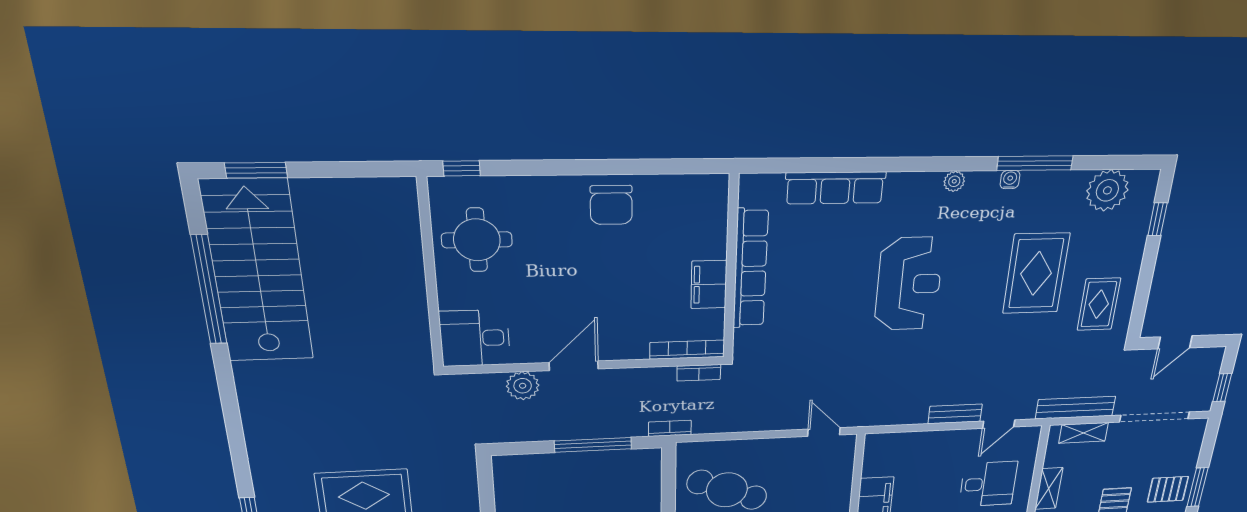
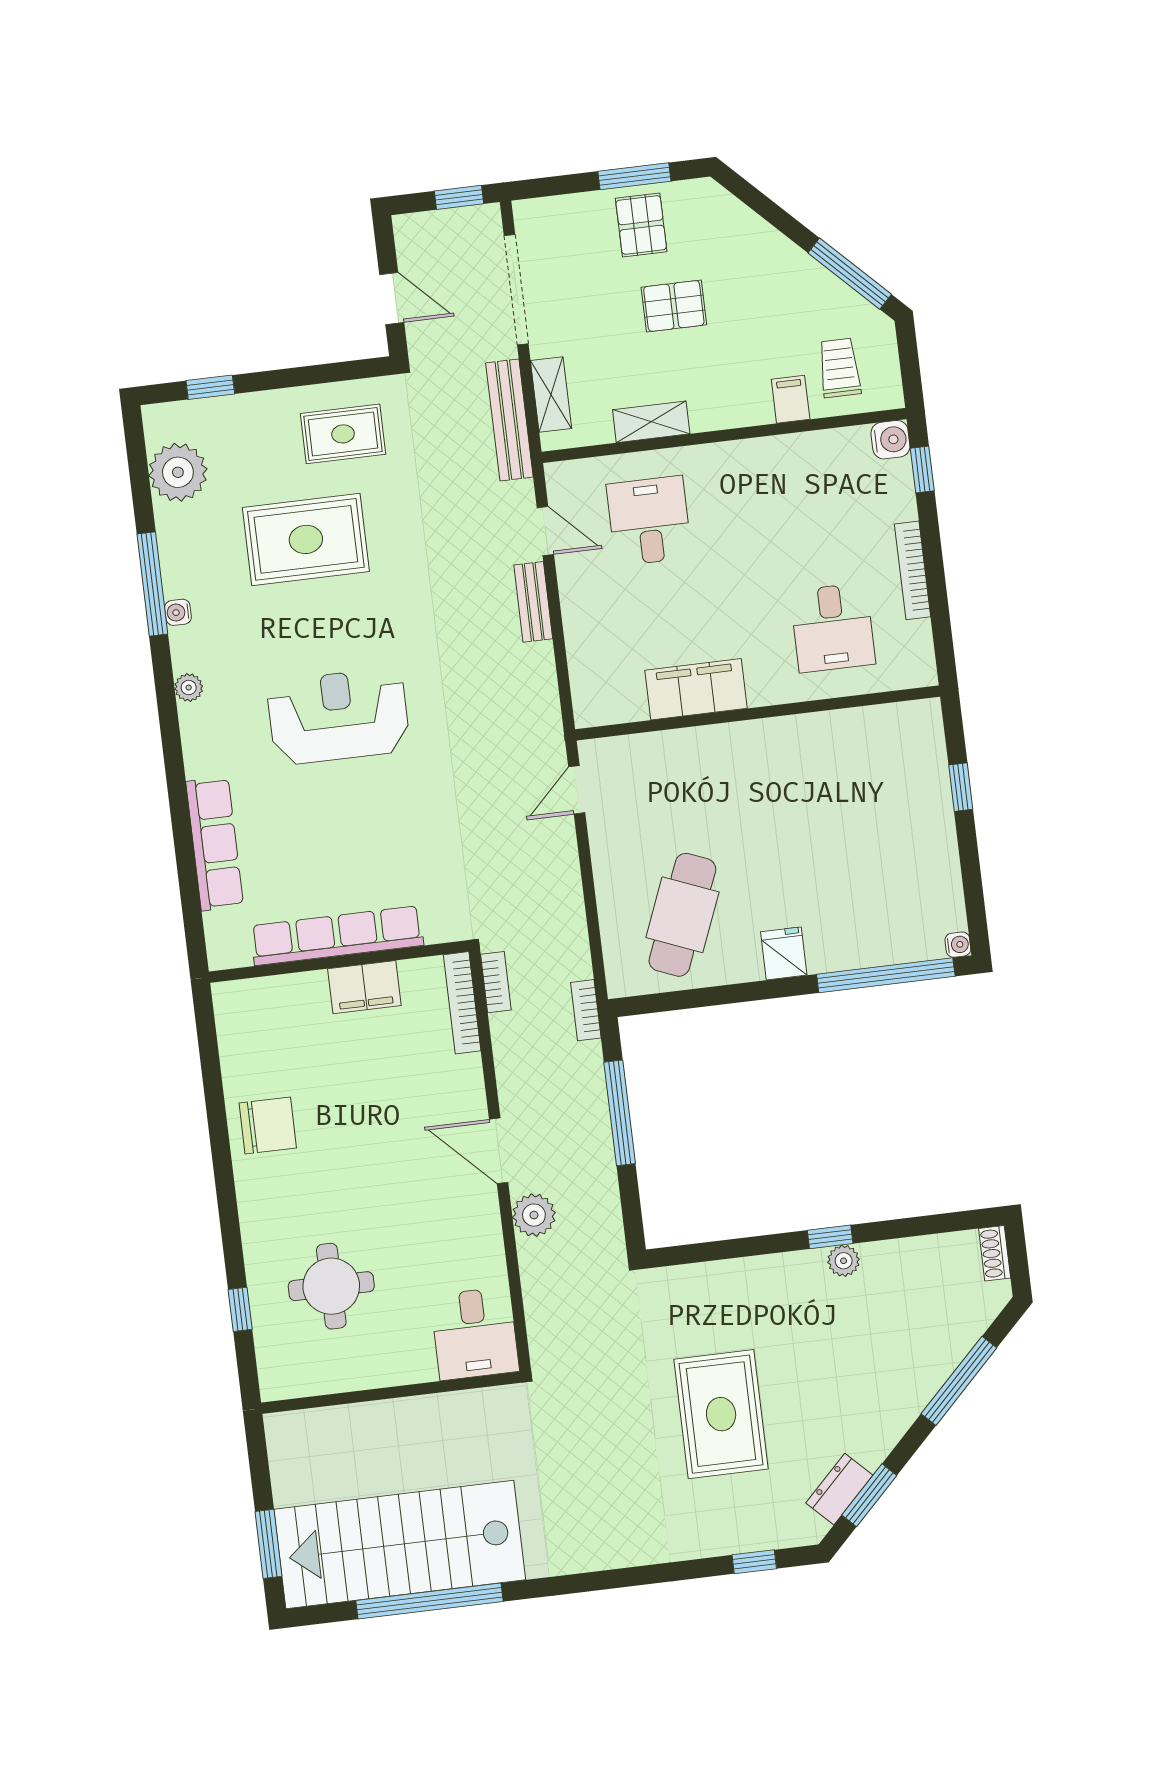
wall: (430, 275) -> (391, 1393), moved
desk: (475, 338) -> (475, 1333), moved

